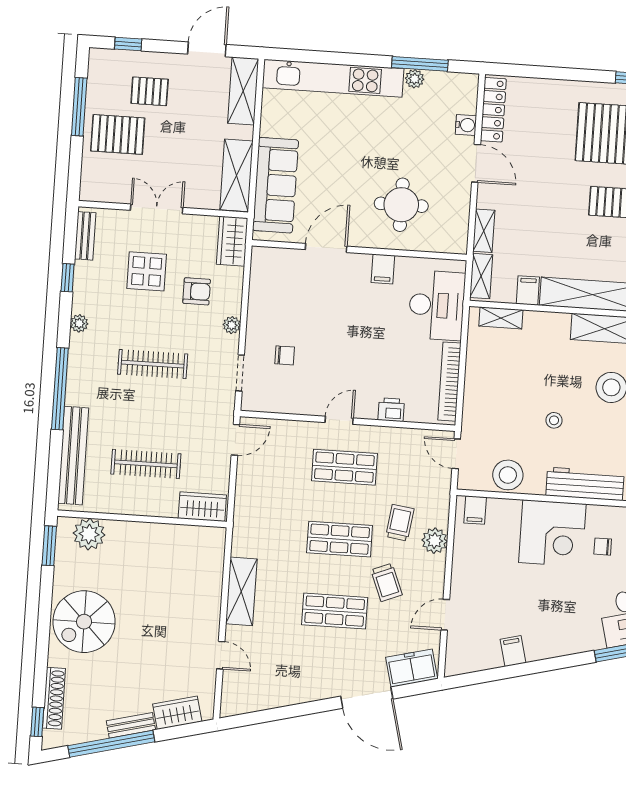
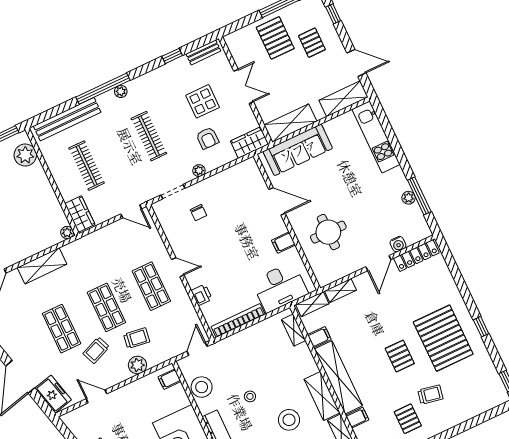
kitchen unit: (333, 78) -> (376, 137), width x0.73
plant: (79, 323) -> (121, 91), moved
plant: (217, 536) -> (67, 233), added

